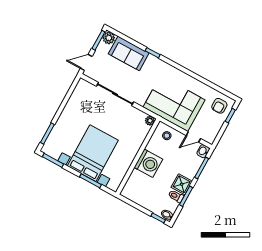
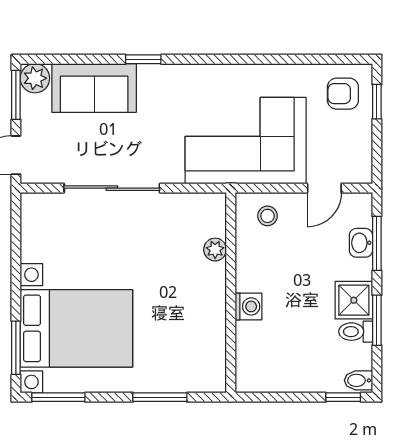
armchair: (219, 106) -> (343, 94), turned 90
plant: (150, 121) -> (215, 250), moved
washbasin: (203, 151) -> (361, 243), moved
bed with nightstands: (93, 153) -> (76, 328), moved, turned 90
washing machine: (148, 163) -> (248, 306), width x0.53, depth x0.53

